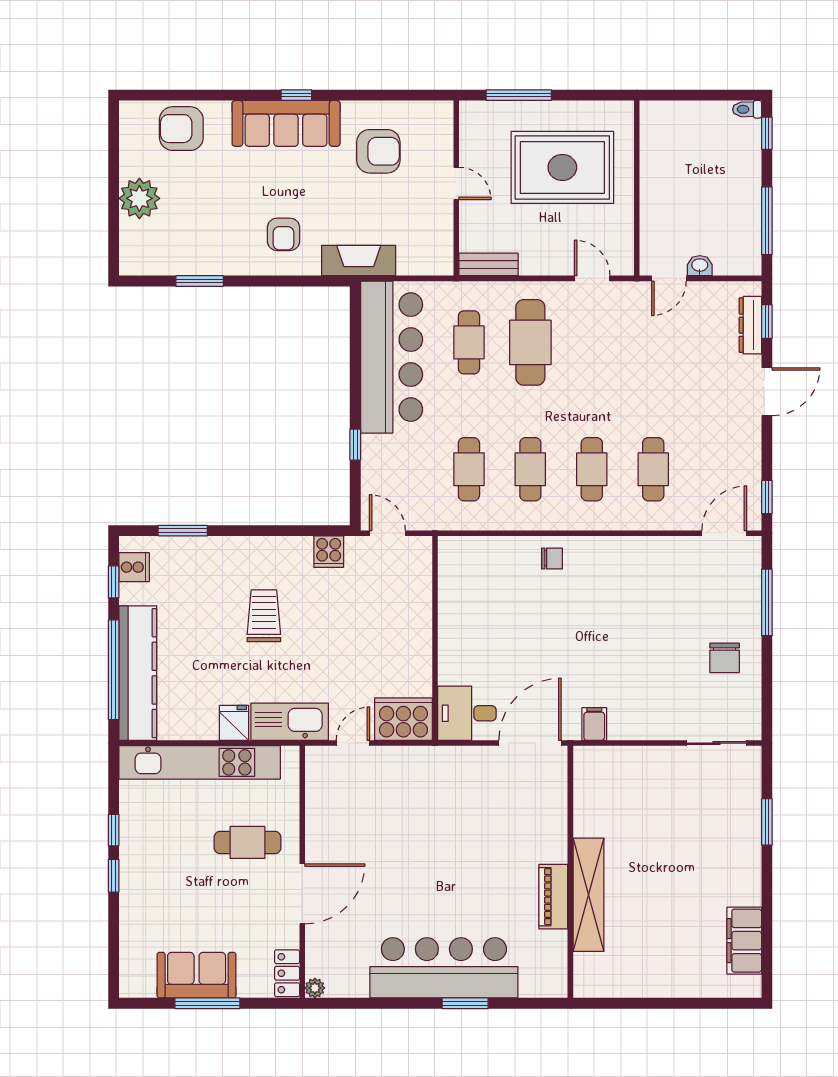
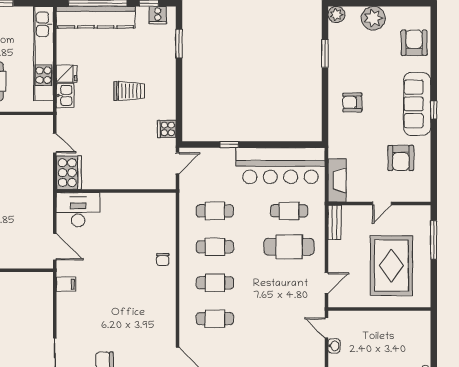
plant: (133, 261) -> (336, 15), added
fireplace: (359, 261) -> (337, 180), moved
desk: (467, 713) -> (78, 210), width x1.37
kitchen sink: (290, 722) -> (65, 95), width x0.53, depth x0.81
door: (530, 743) -> (55, 247), width x0.73

